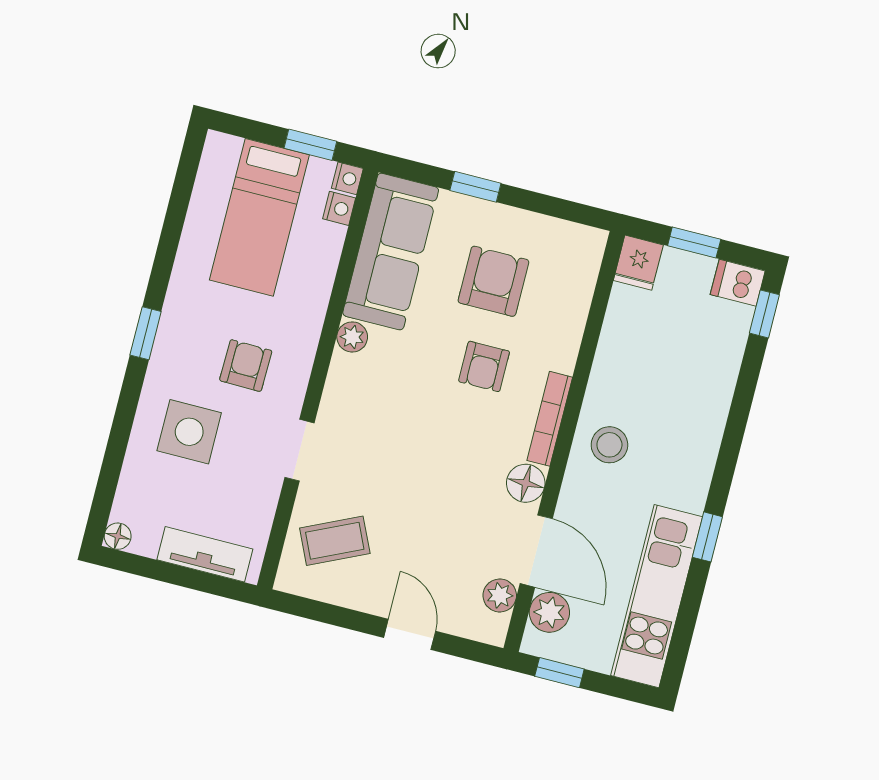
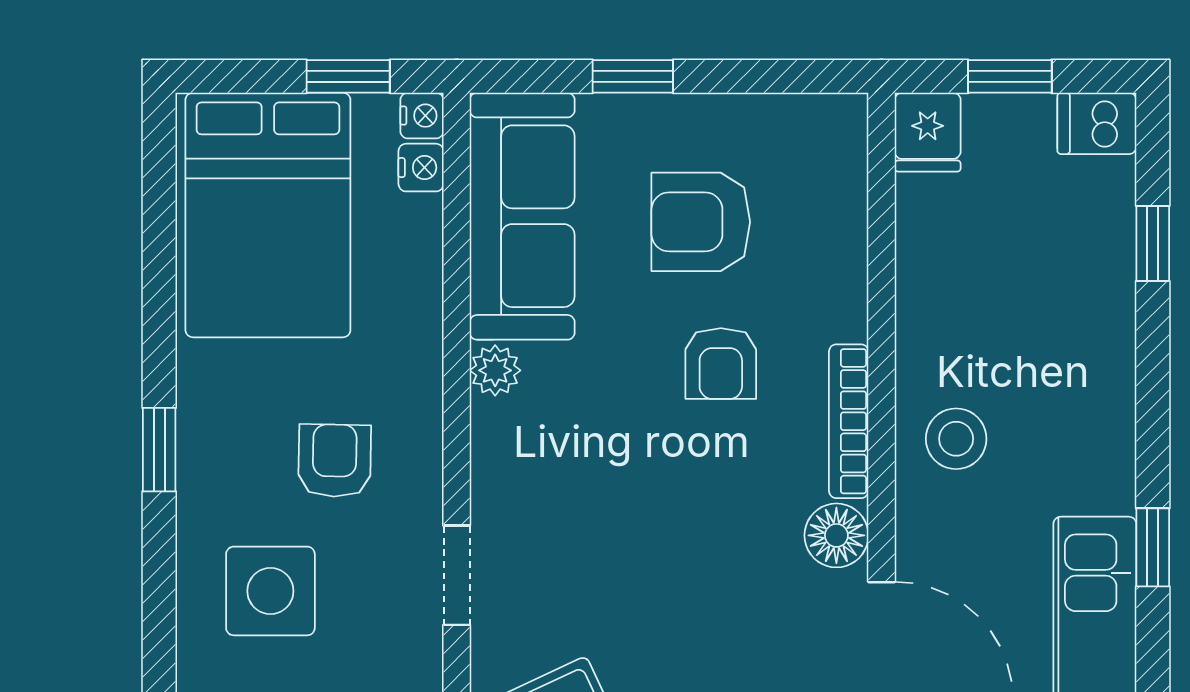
bed: (259, 217) -> (268, 215), width x1.50
armchair: (493, 281) -> (701, 222), turned -90
window: (764, 314) -> (1153, 244), moved

